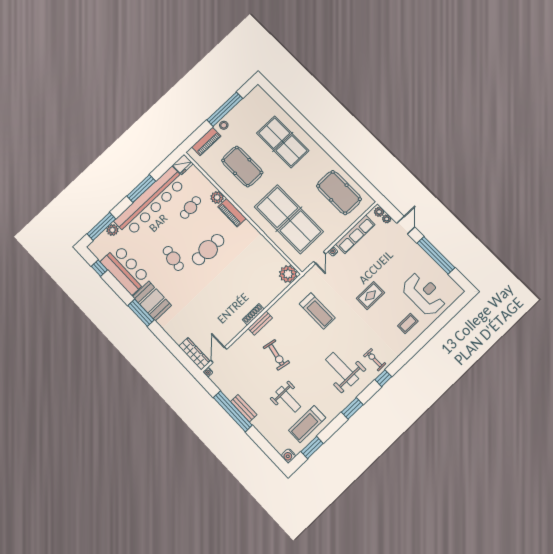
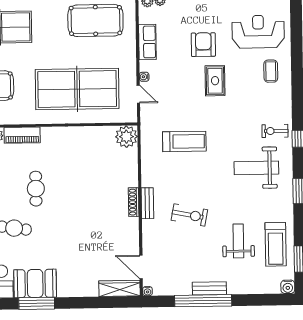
row of seats: (355, 234) -> (147, 42), width x0.68
cafe table: (208, 250) -> (36, 189), width x0.73, depth x0.74
armchair: (385, 269) -> (203, 45), added
weight bench: (288, 399) -> (238, 241), turned -90

